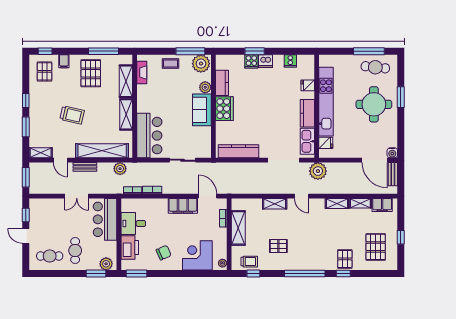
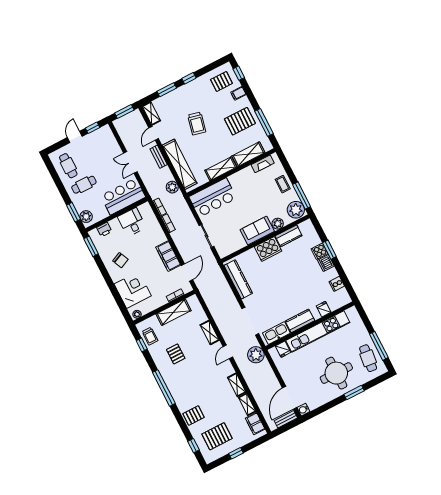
printer: (130, 248) -> (104, 230), width x0.53, depth x0.68
window: (343, 274) -> (193, 446), moved

